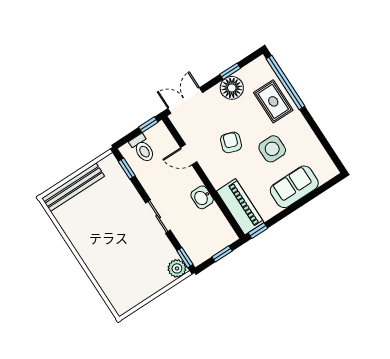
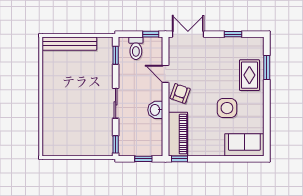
window: (285, 82) -> (267, 67), width x0.47
floor lamp: (232, 88) -> (226, 47), removed
armchair: (231, 142) -> (180, 93), moved
sofa: (294, 187) -> (244, 145), moved
plant: (177, 268) -> (105, 148), removed

